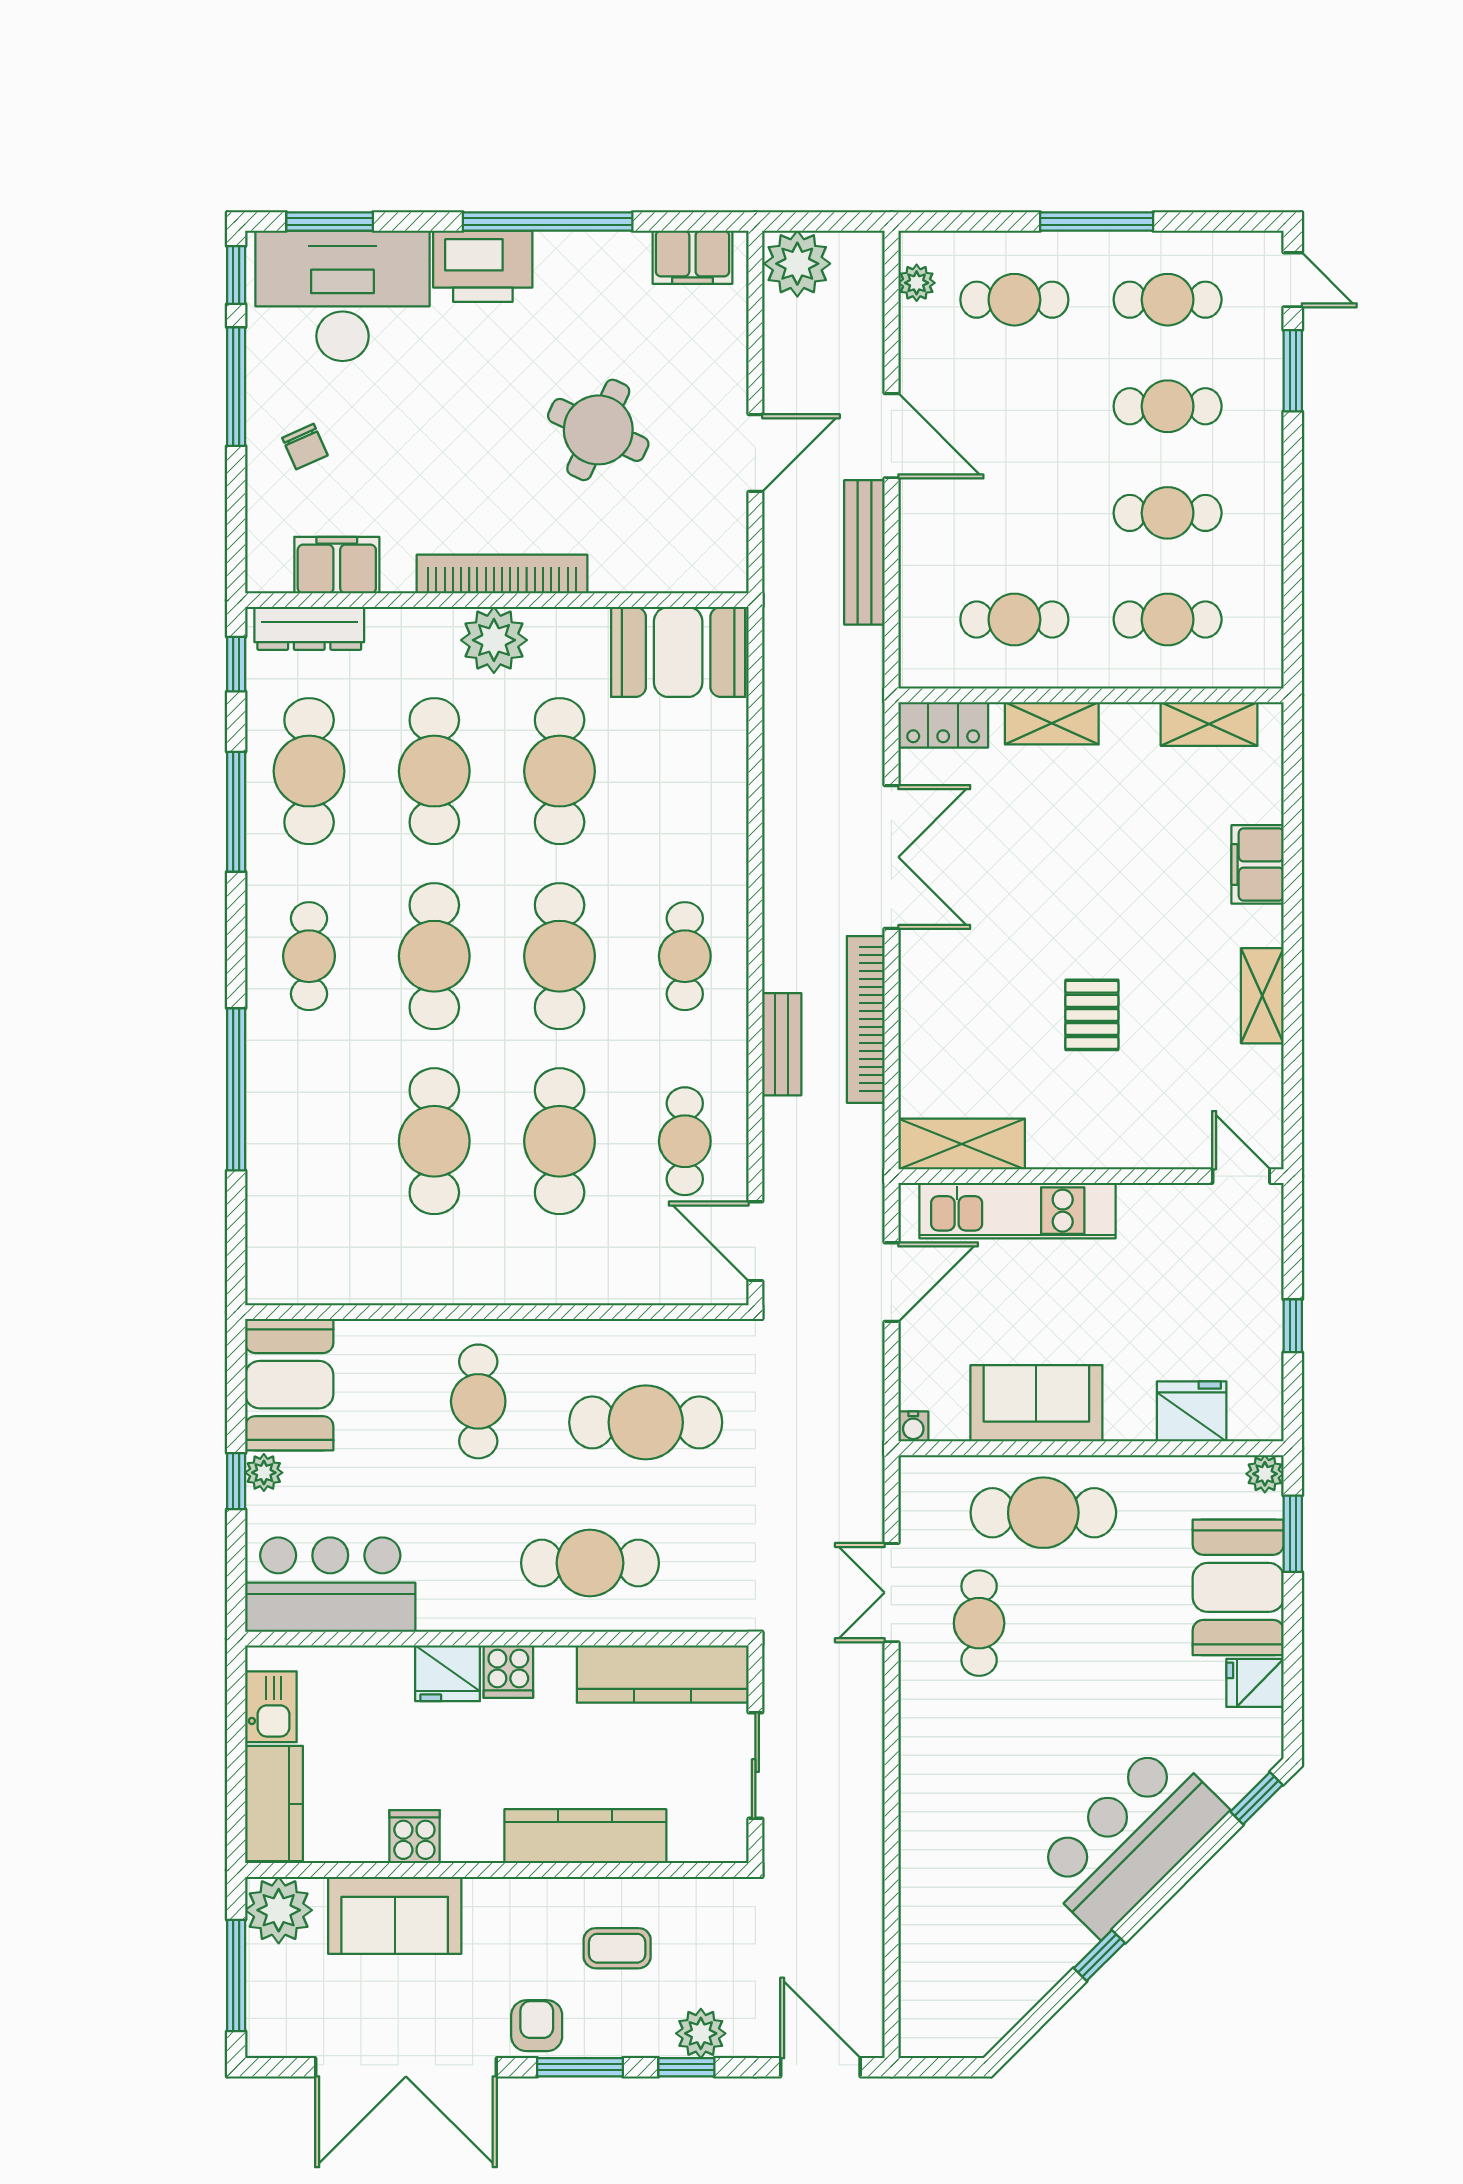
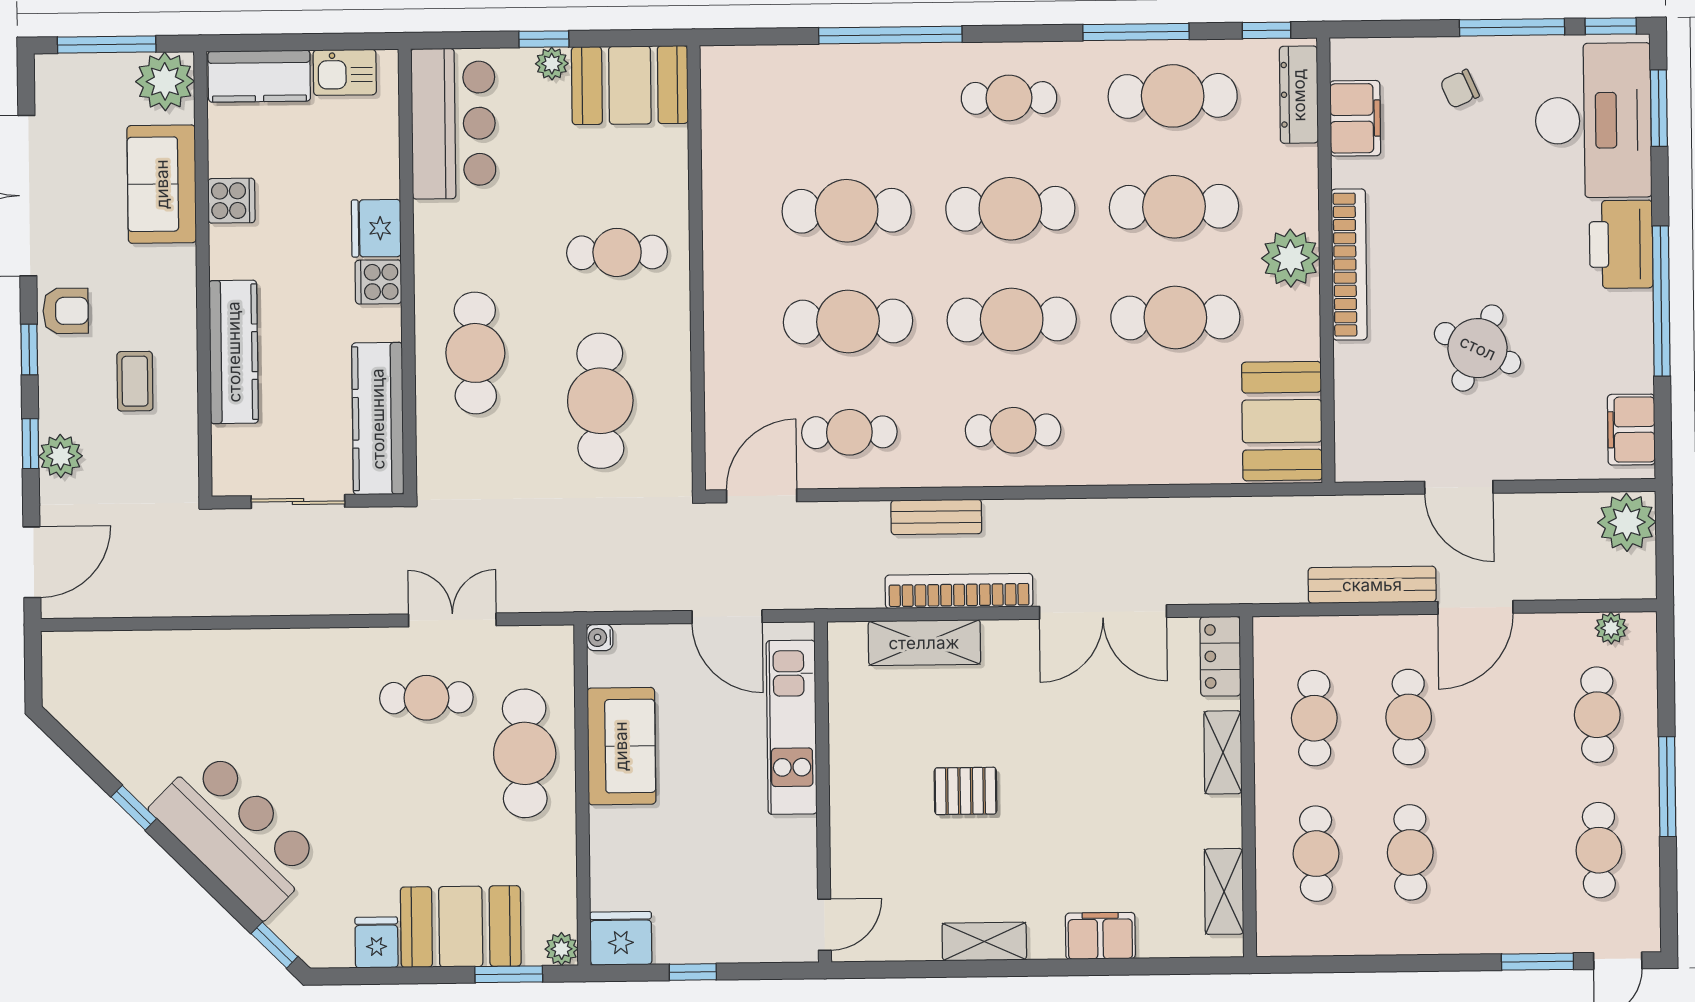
cafe table: (1168, 406) -> (1409, 717), moved
shelving: (962, 1144) -> (924, 643), moved, turned 90
fridge: (1192, 1411) -> (621, 938), moved, turned -90
window: (580, 2067) -> (29, 350), width x0.67

